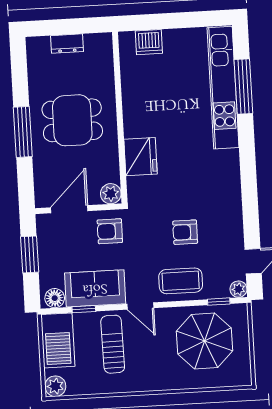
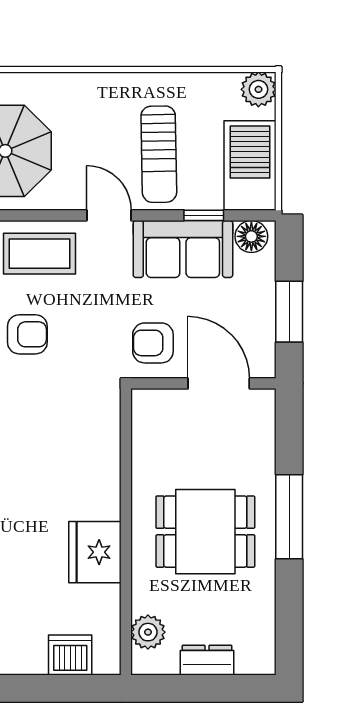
fridge: (140, 157) -> (95, 552), moved
plant: (111, 194) -> (148, 632), moved
door: (69, 209) -> (219, 383), swing flipped
armchair: (110, 231) -> (153, 343), turned 180

